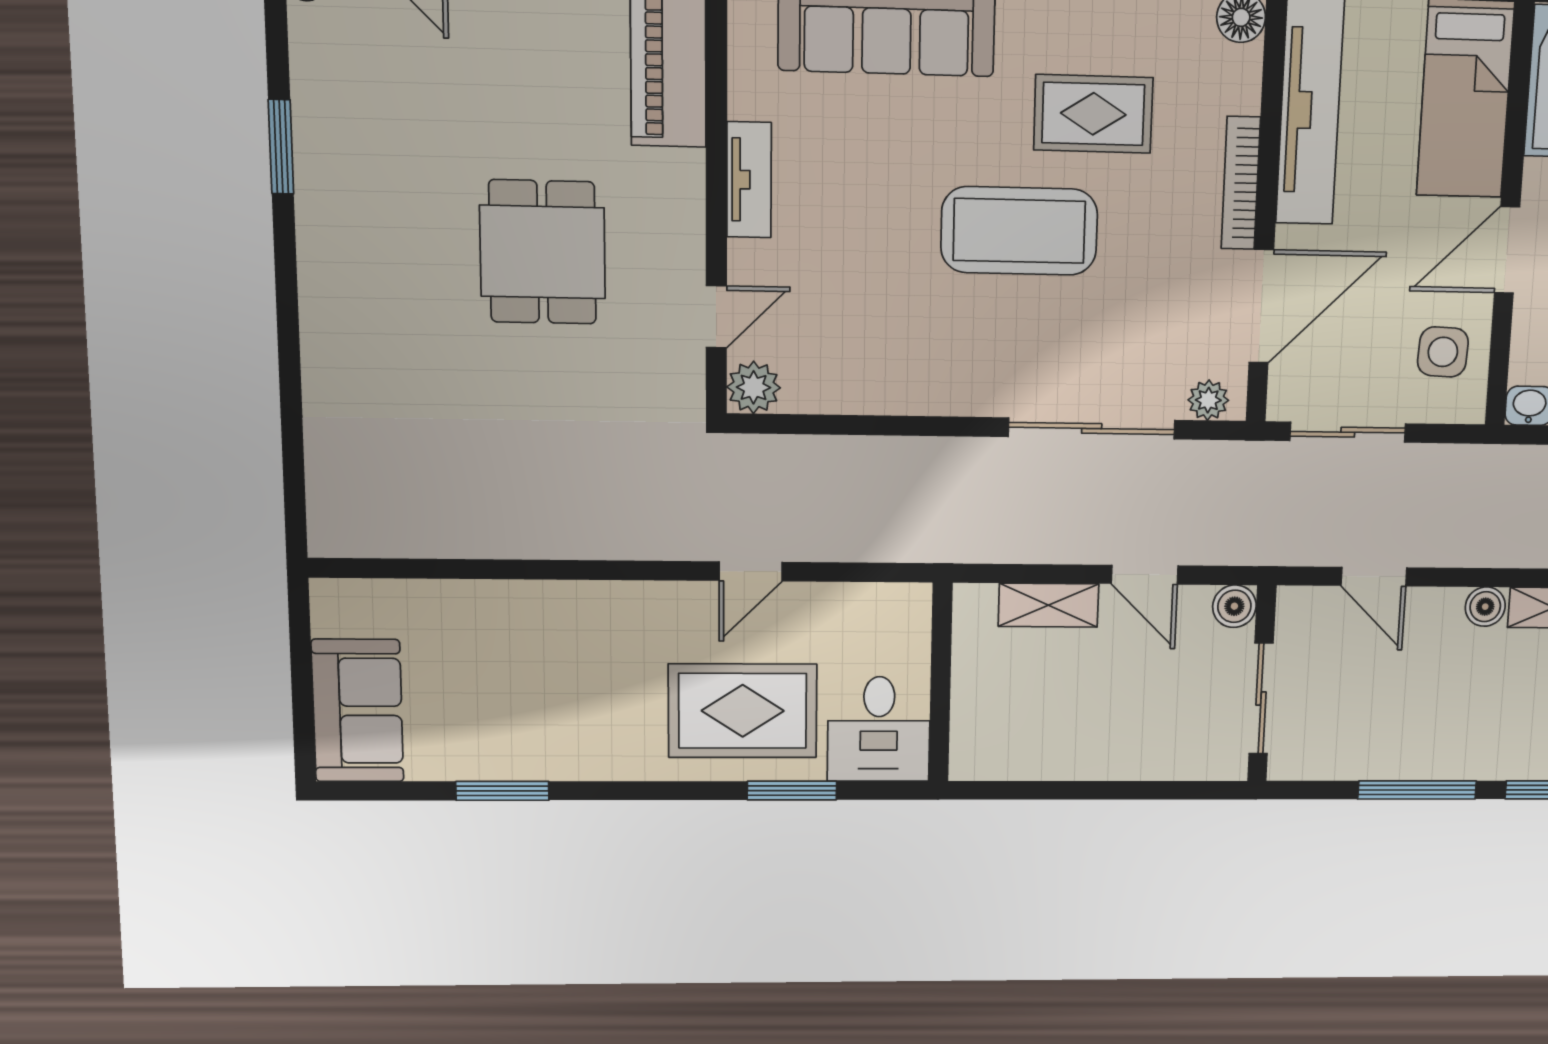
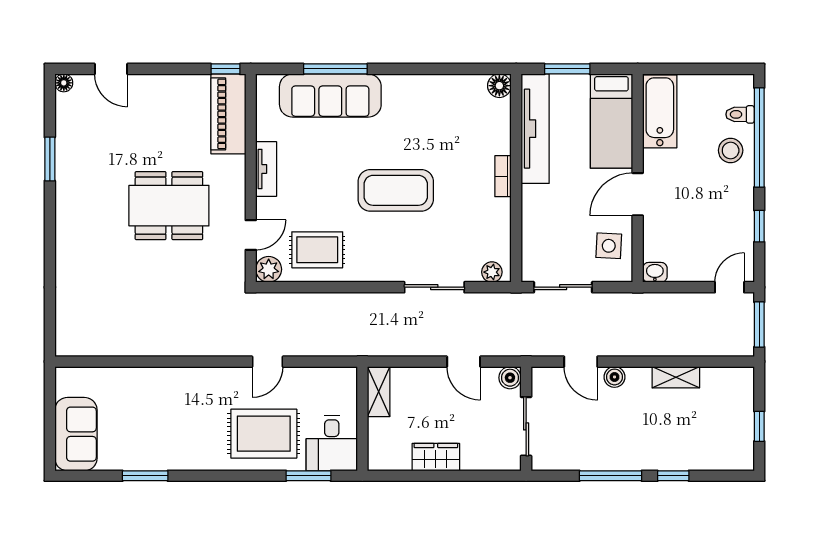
rug: (1093, 114) -> (317, 250), moved
bookcase: (1241, 183) -> (503, 176), width x0.64
dining table: (543, 252) -> (169, 206), width x1.38
door: (1261, 306) -> (516, 225), removed
sliding door: (1092, 428) -> (434, 287), width x0.73
shelving: (1048, 605) -> (379, 392), moved, turned 90
boiler: (1485, 607) -> (614, 377), moved
wardrobe: (1083, 755) -> (436, 457), added
window: (792, 791) -> (308, 476), moved

